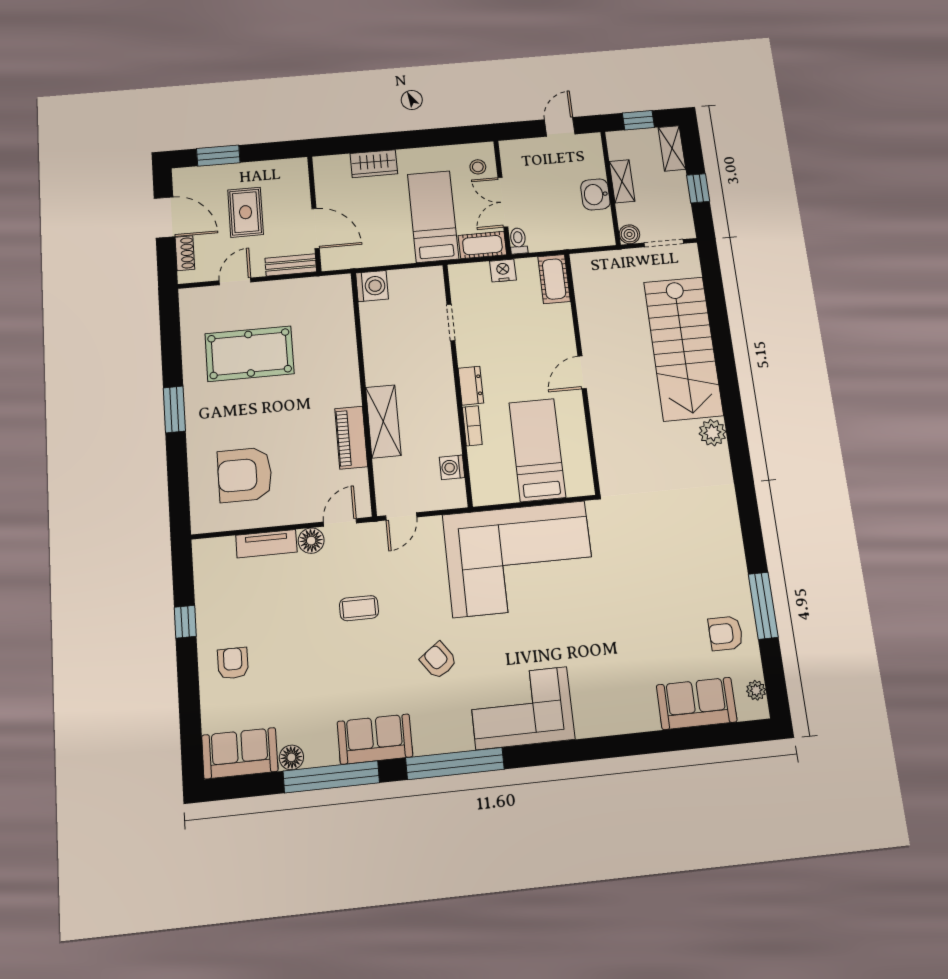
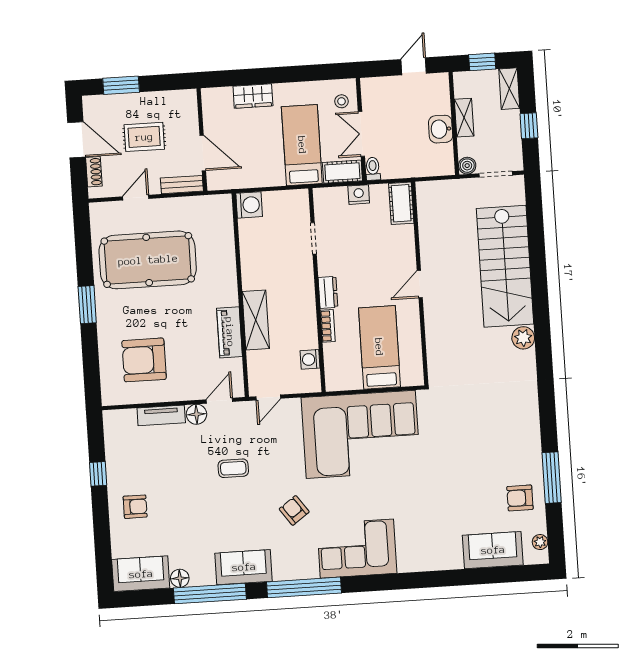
rug: (246, 212) -> (144, 137), turned 90
pool table: (250, 354) -> (148, 260), width x1.36, depth x1.32
armchair: (233, 663) -> (135, 507), turned 90

